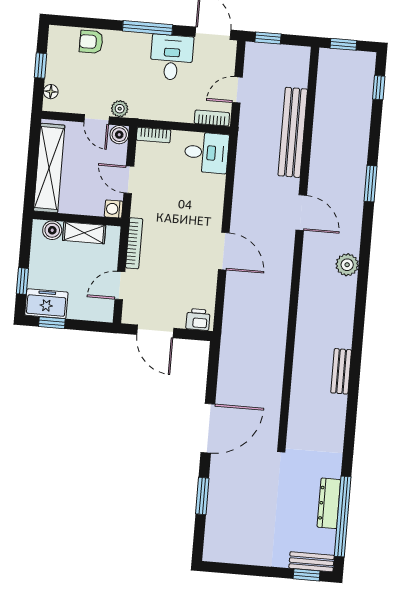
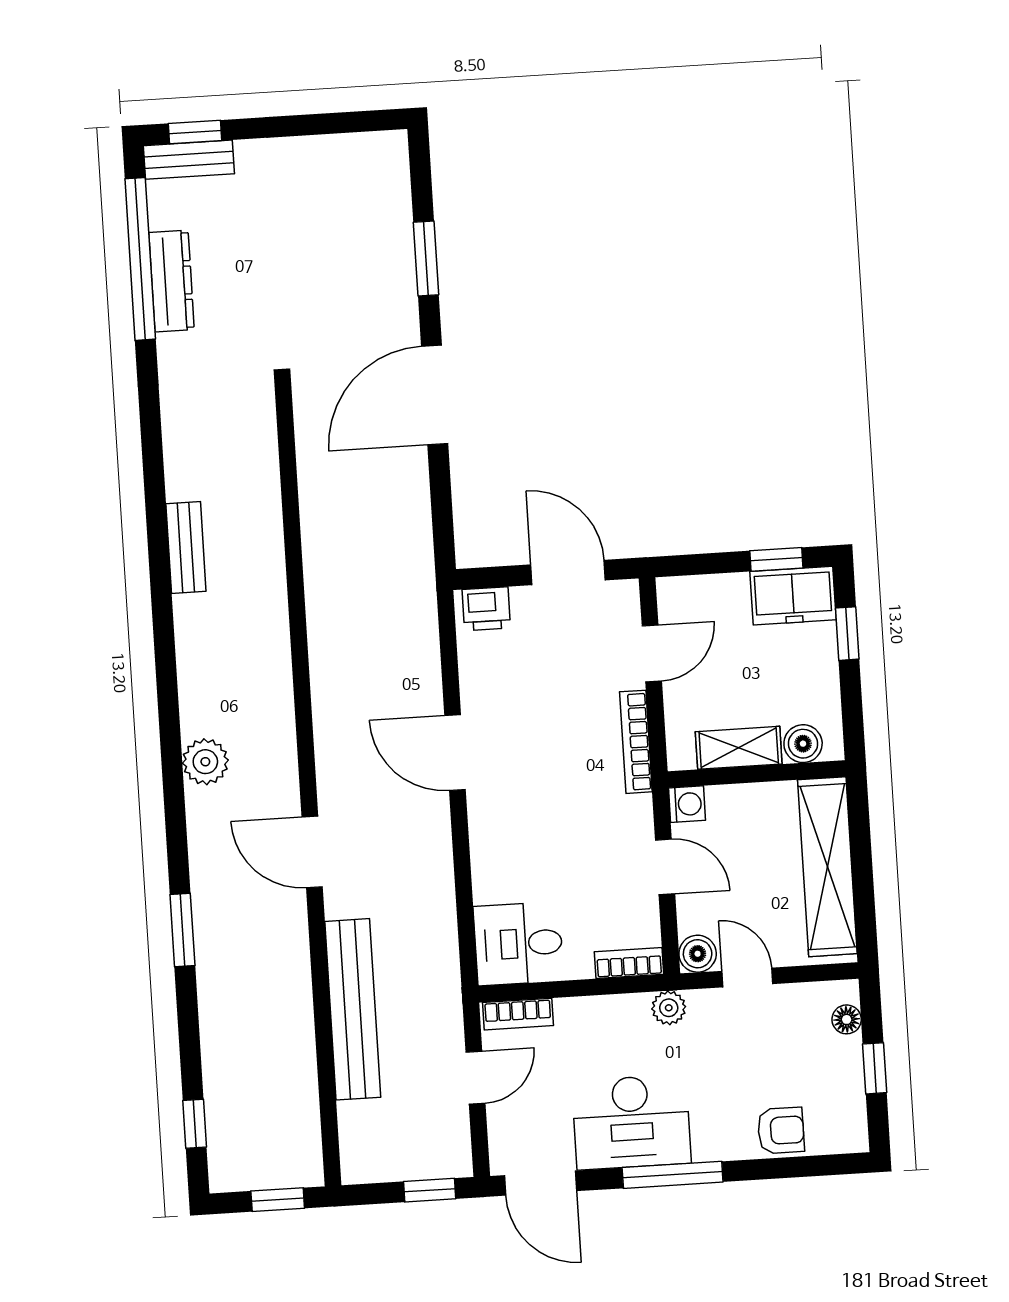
desk: (172, 57) -> (631, 1122), width x1.37
plant: (120, 109) -> (669, 1008), moved

